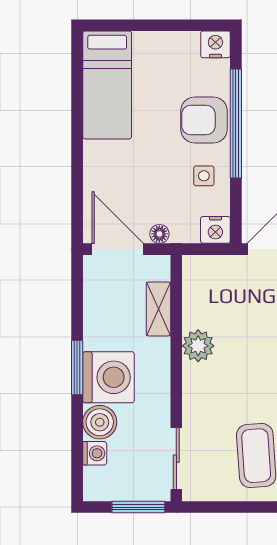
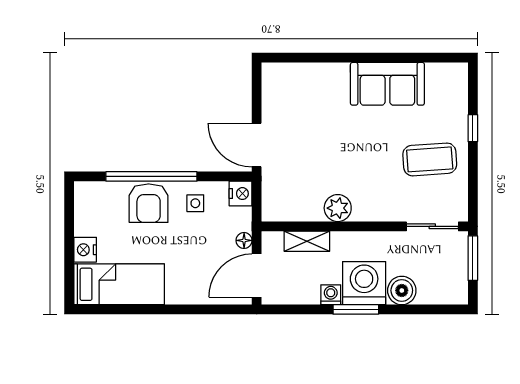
nightstand: (215, 44) -> (85, 250), moved
washing machine: (95, 453) -> (331, 295), moved

